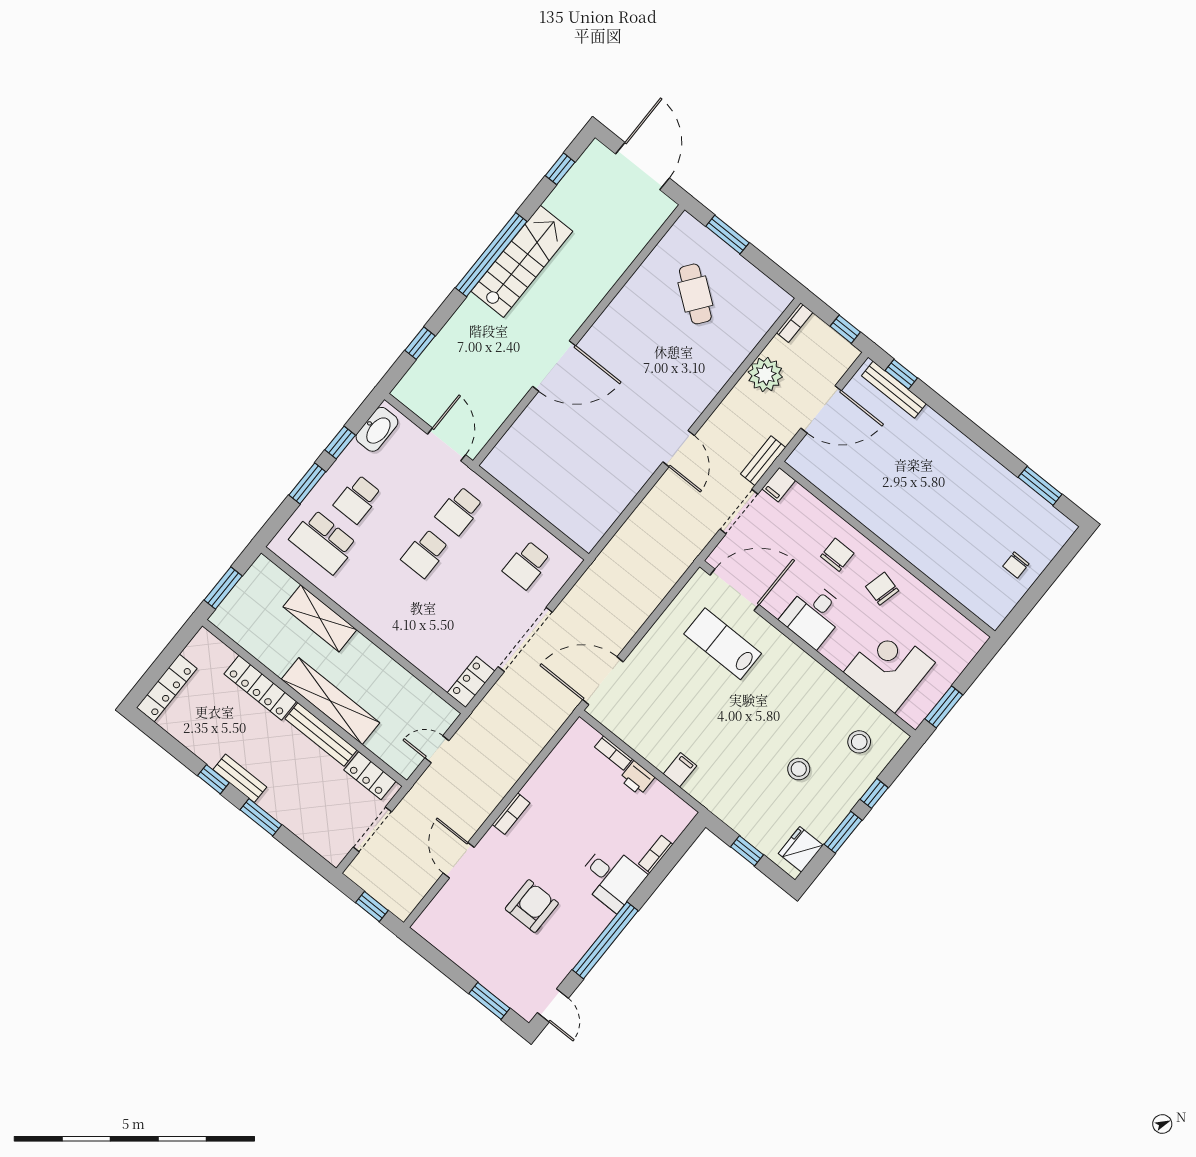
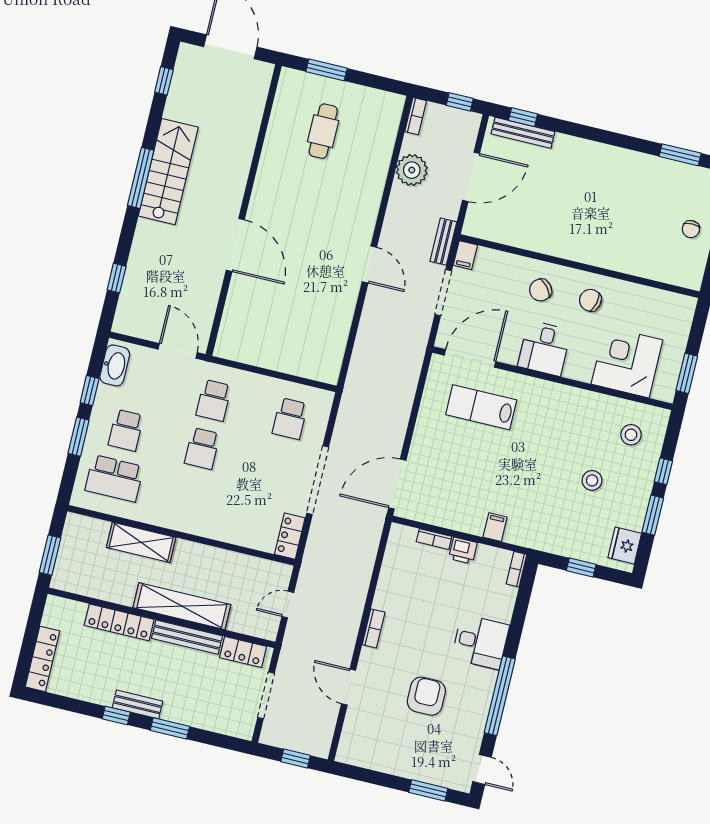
window: (491, 255) -> (141, 178), width x0.68
cafe table: (695, 294) -> (323, 131), turned 53
door: (554, 366) -> (235, 245), hinge flipped
chair: (837, 555) -> (541, 290), turned -130
bookcase: (656, 854) -> (517, 569), moved

